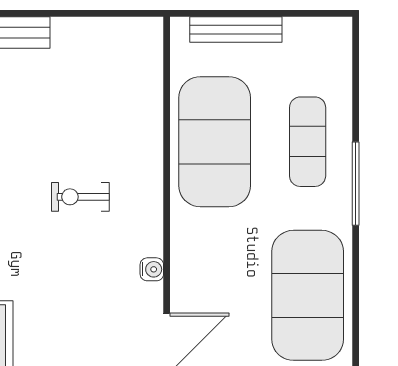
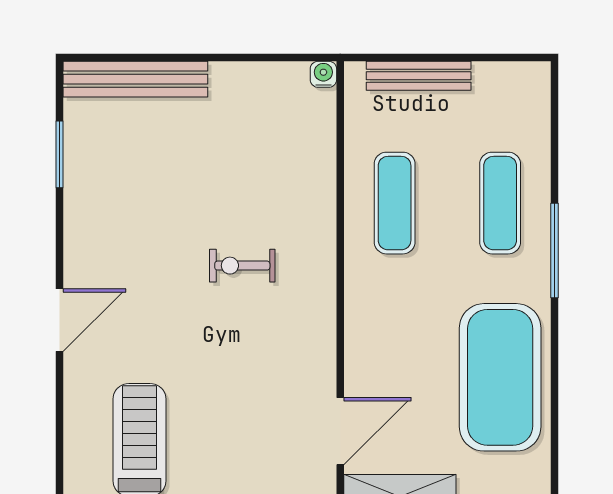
exercise mat: (215, 142) -> (395, 203), width x0.50, depth x0.69
water cooler: (152, 269) -> (323, 74), moved, turned -90

